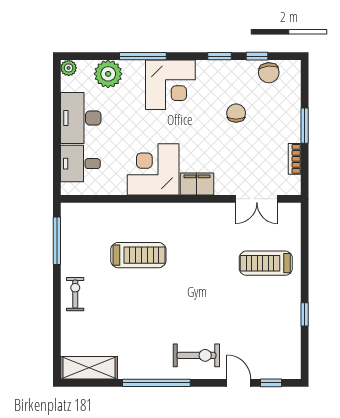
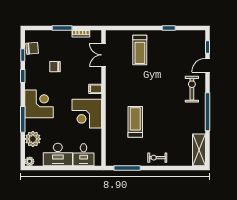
filing cabinet: (197, 184) -> (95, 89), width x0.50
double door: (257, 199) -> (103, 55), swing flipped

